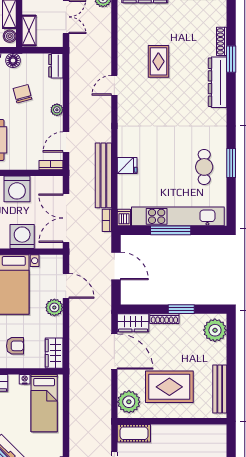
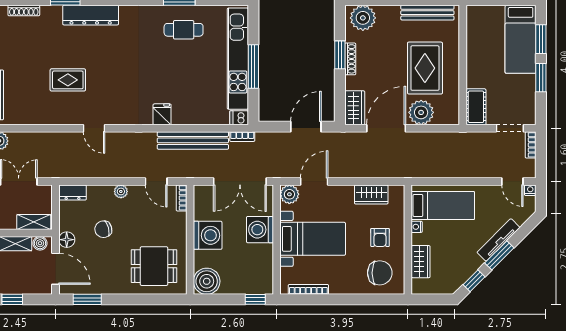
shoe rack: (222, 41) -> (24, 11), moved
fridge: (127, 166) -> (162, 114), moved
door: (116, 266) -> (306, 127), moved
plant: (54, 307) -> (289, 194), moved
shoe rack: (164, 319) -> (350, 59), moved
armchair: (15, 346) -> (380, 237), turned 180
wardrobe: (54, 353) -> (371, 194), moved
plant: (129, 402) -> (421, 112), moved

